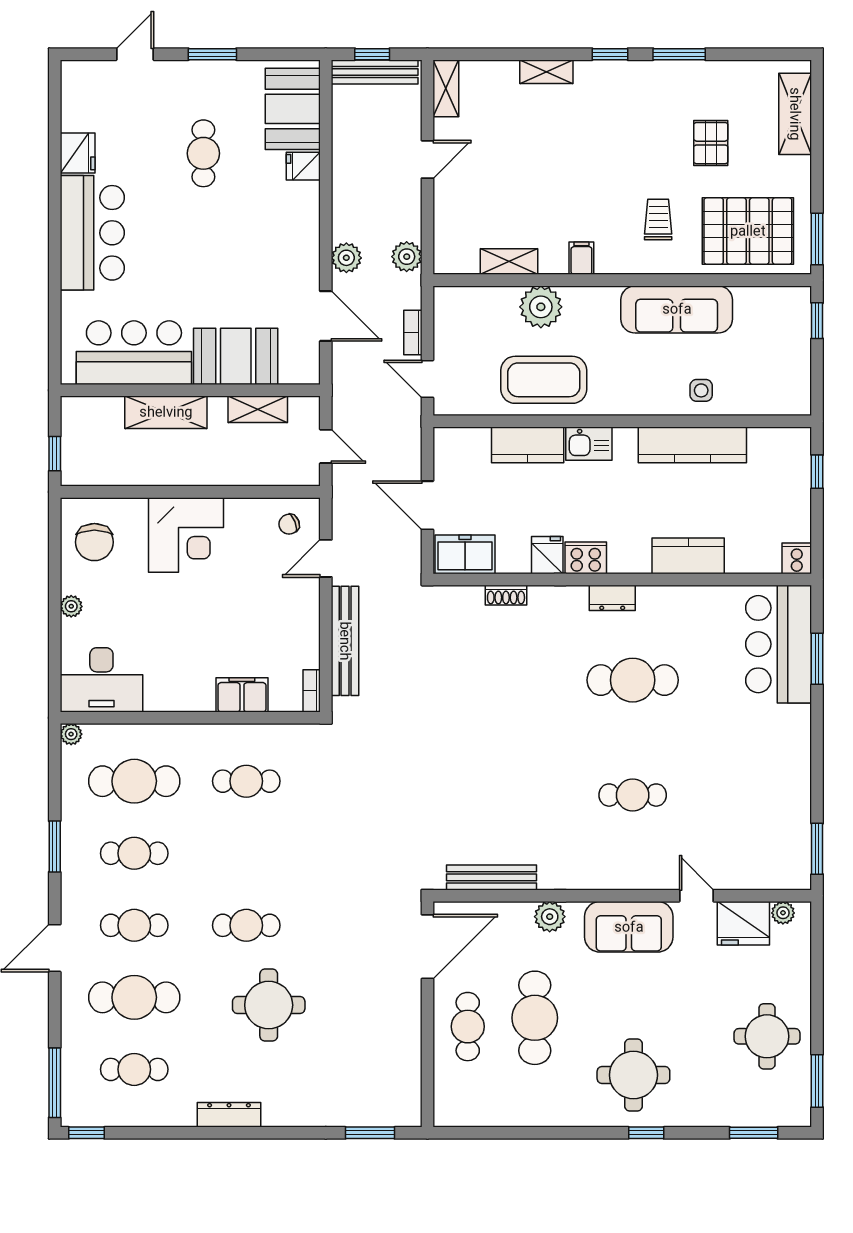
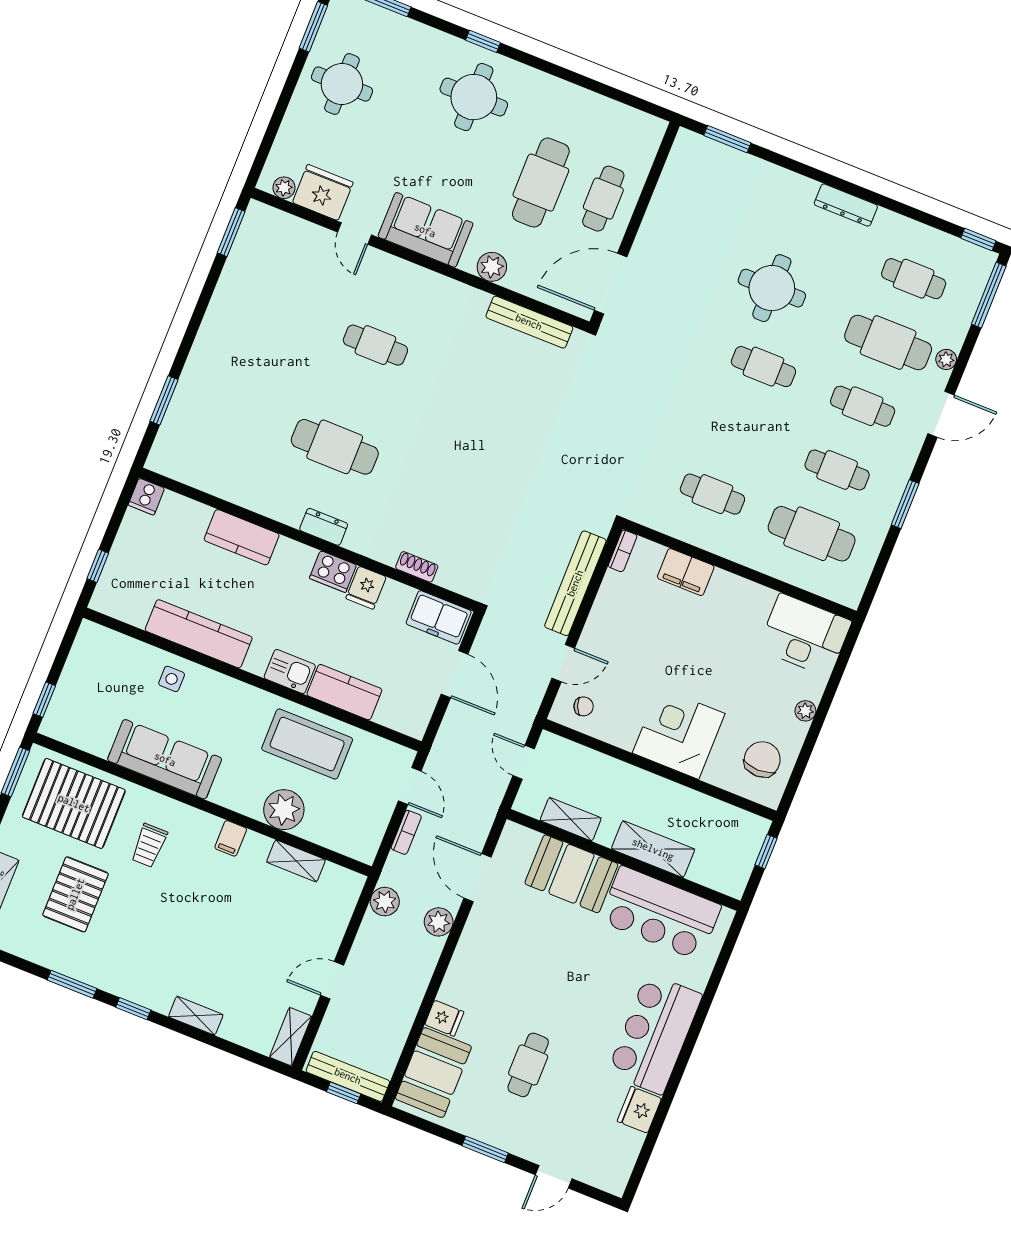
pallet: (711, 143) -> (75, 894), width x1.50, depth x1.42
bar counter: (779, 644) -> (193, 427), removed
plant: (71, 734) -> (946, 359), moved

